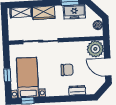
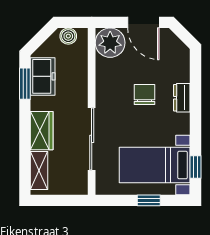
door: (108, 67) -> (143, 22), hinge flipped
dresser: (77, 90) -> (182, 98), moved

